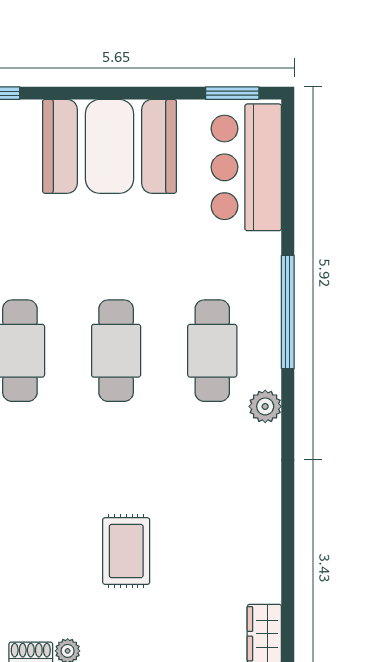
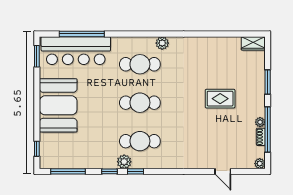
bar counter: (246, 167) -> (76, 51), width x1.36
window: (288, 312) -> (82, 34), moved

